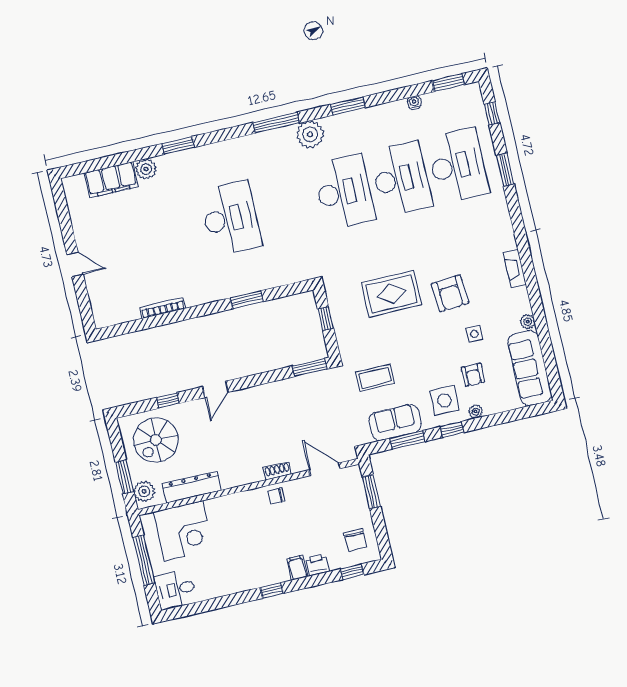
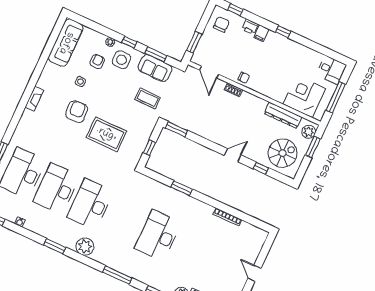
window: (276, 123) -> (117, 275), moved
plant: (528, 322) -> (49, 67), removed

